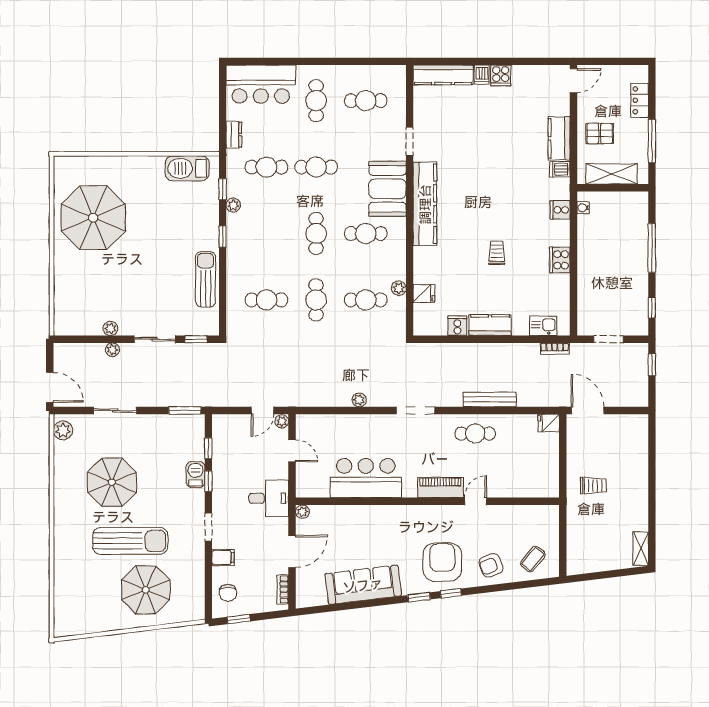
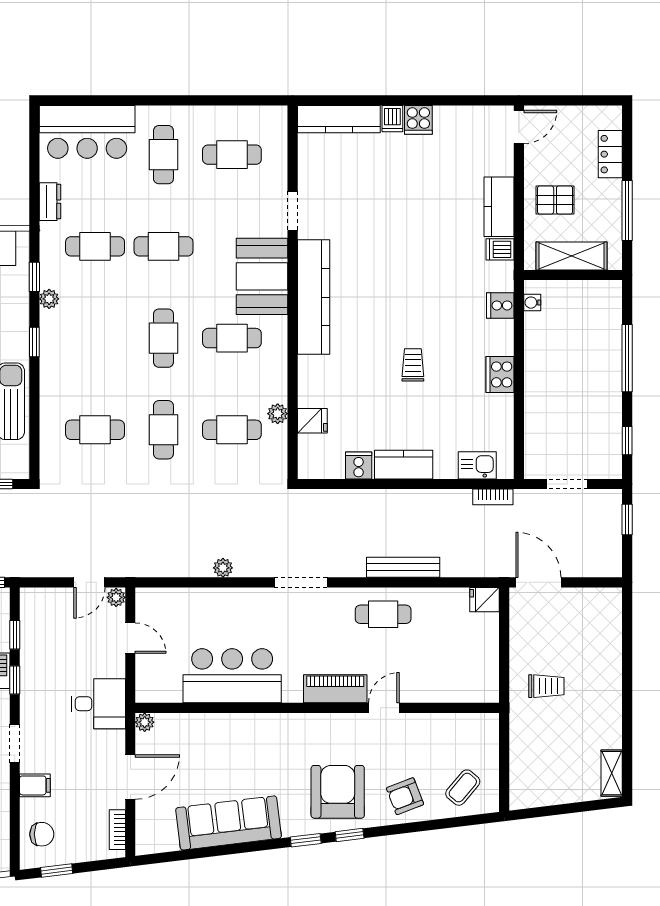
chair: (228, 593) -> (42, 834), turned -90

